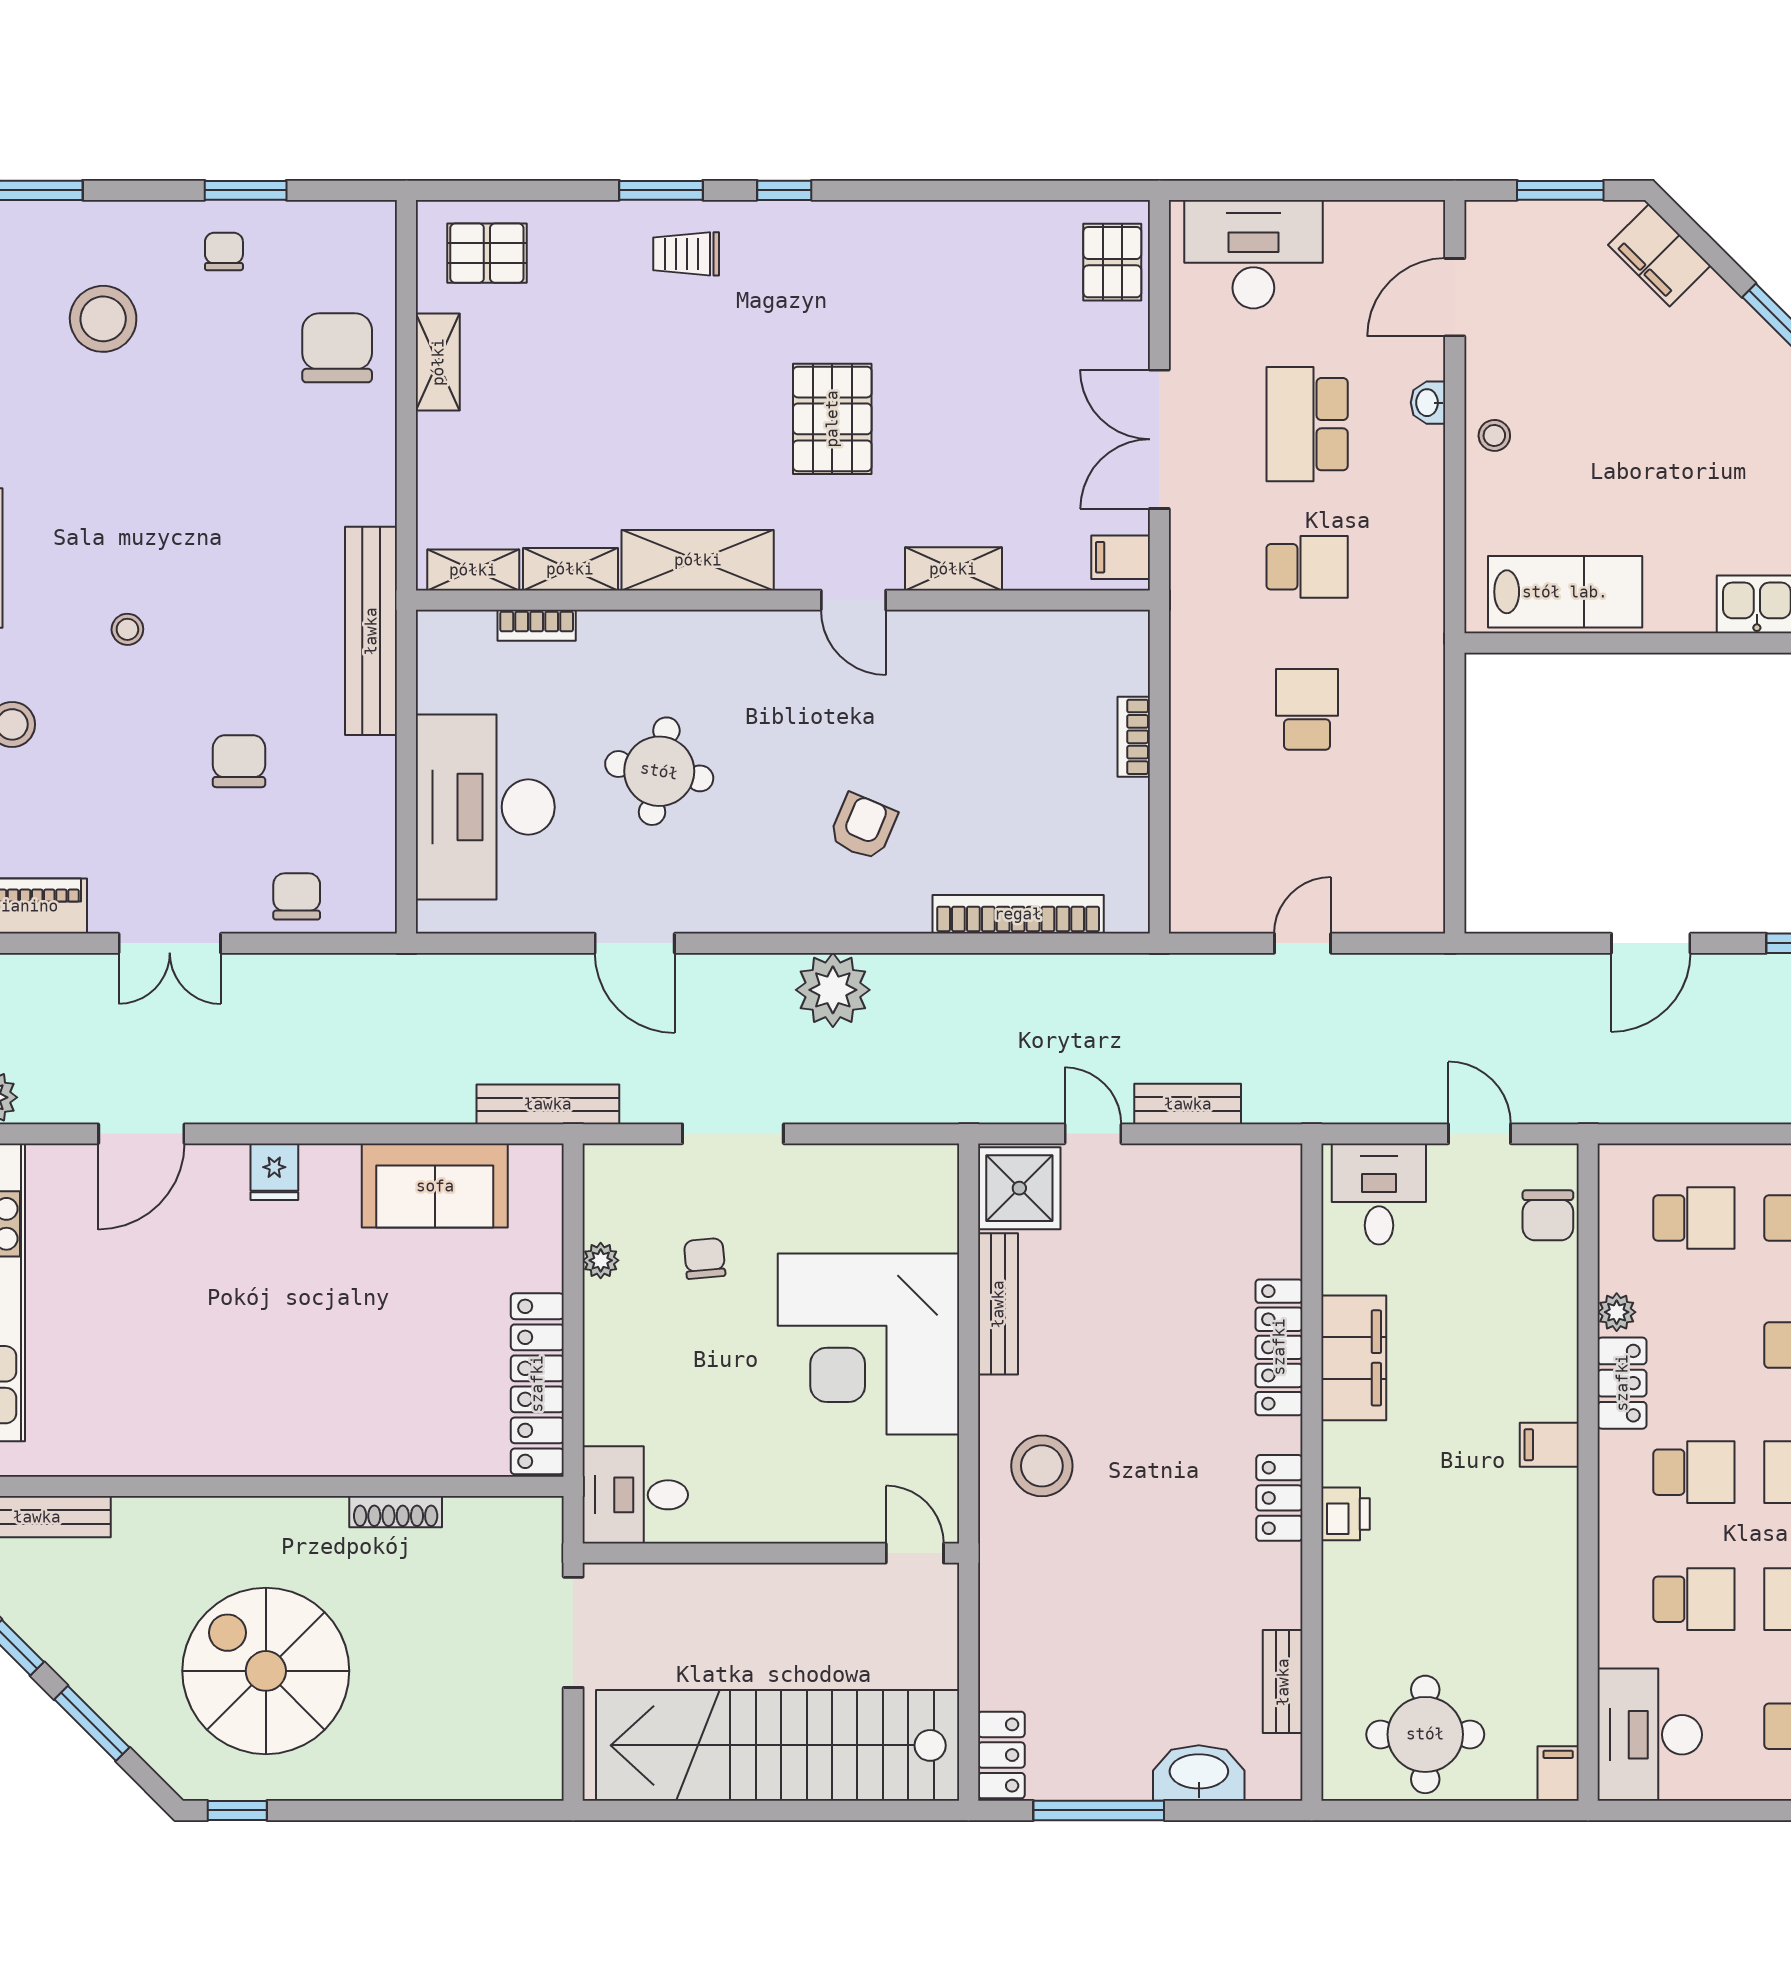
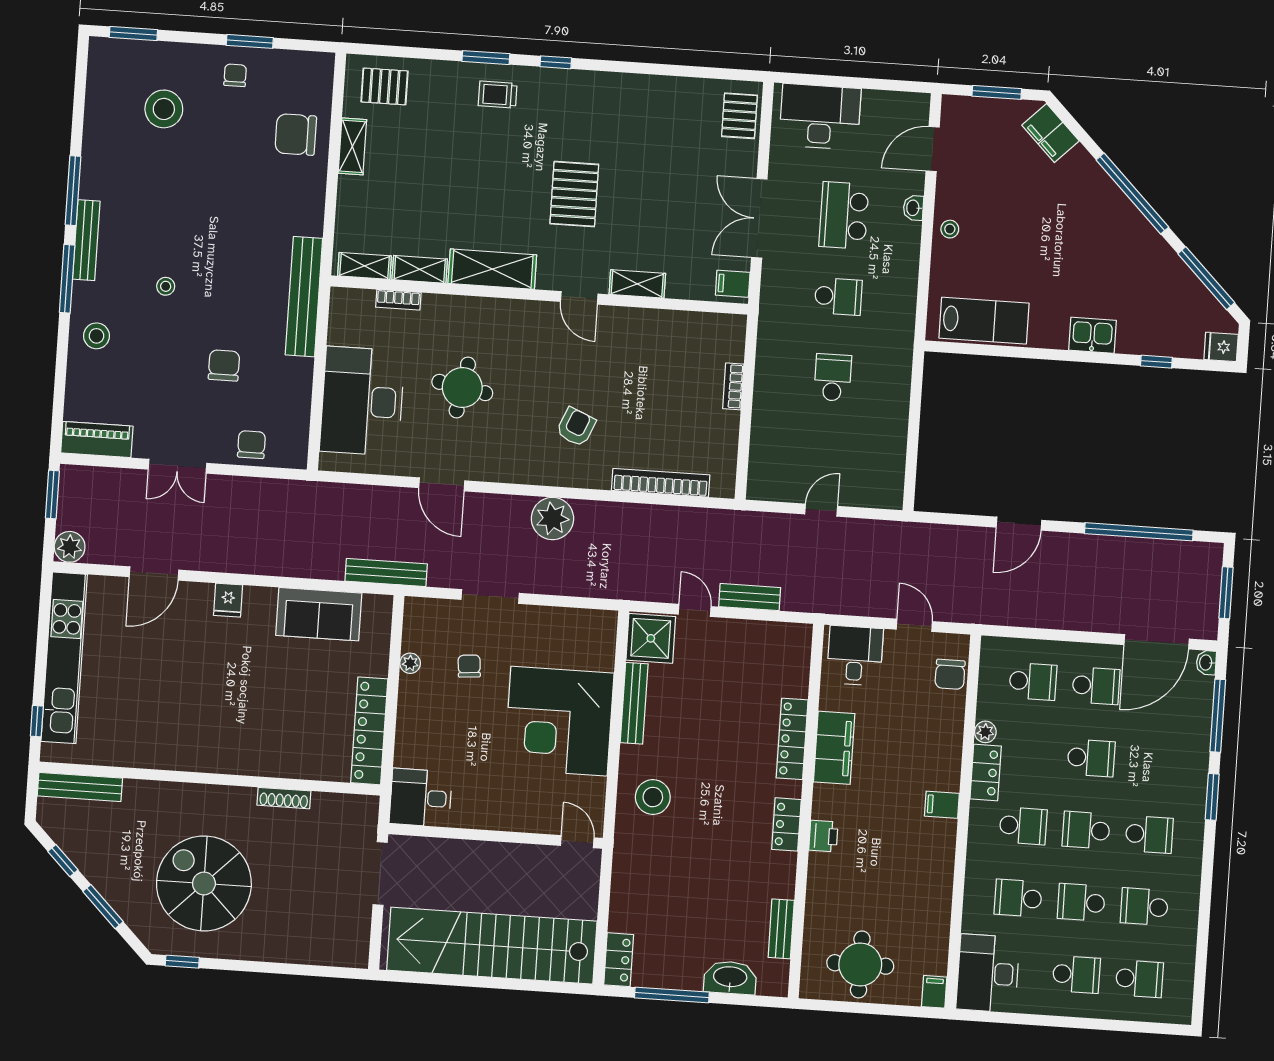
chair: (337, 348) -> (296, 134), turned -90
school desk: (1694, 1599) -> (1018, 898), turned 180

